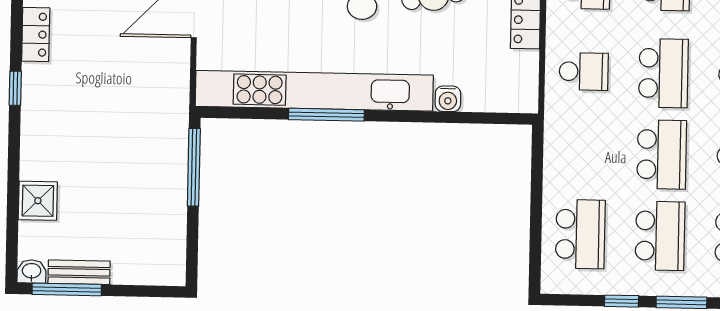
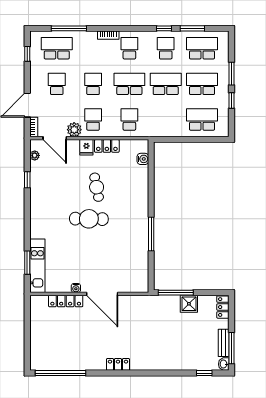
window: (15, 88) -> (204, 373), moved
kitchen unit: (314, 91) -> (140, 240), removed
water cooler: (448, 99) -> (143, 159), moved
shower: (38, 201) -> (189, 304), moved
locker: (159, 272) -> (223, 307), added

